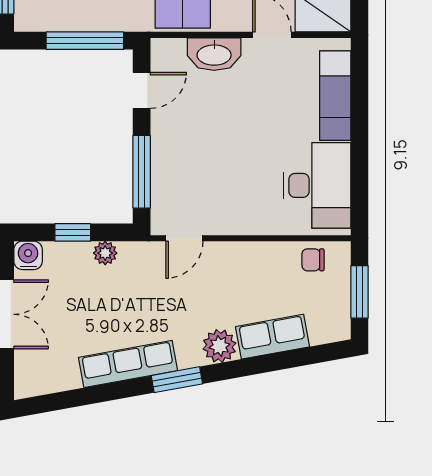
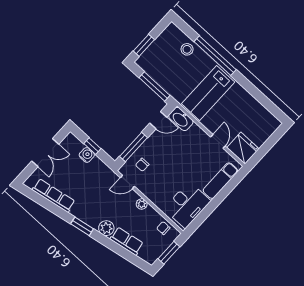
washbasin: (214, 54) -> (181, 119), moved
chair: (183, 188) -> (142, 165), added
plant: (105, 253) -> (142, 204), moved
water cooler: (28, 255) -> (87, 155), moved
row of seats: (128, 364) -> (54, 196), moved

